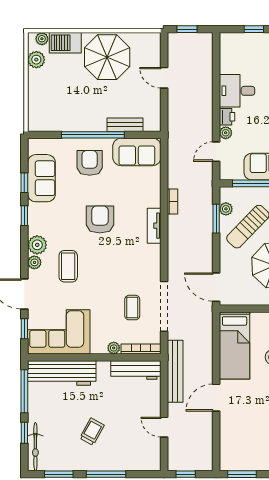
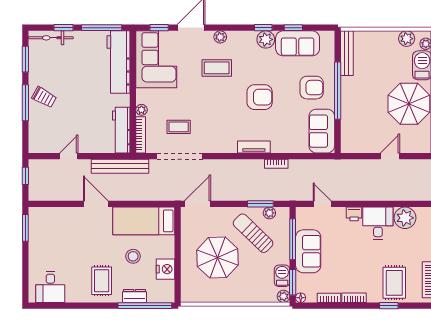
bench: (125, 125) -> (347, 53), moved, width x1.36
plant: (226, 133) -> (405, 218), moved, width x1.88, depth x1.88
plant: (37, 245) -> (266, 39), moved
trolley: (92, 432) -> (44, 97), moved

